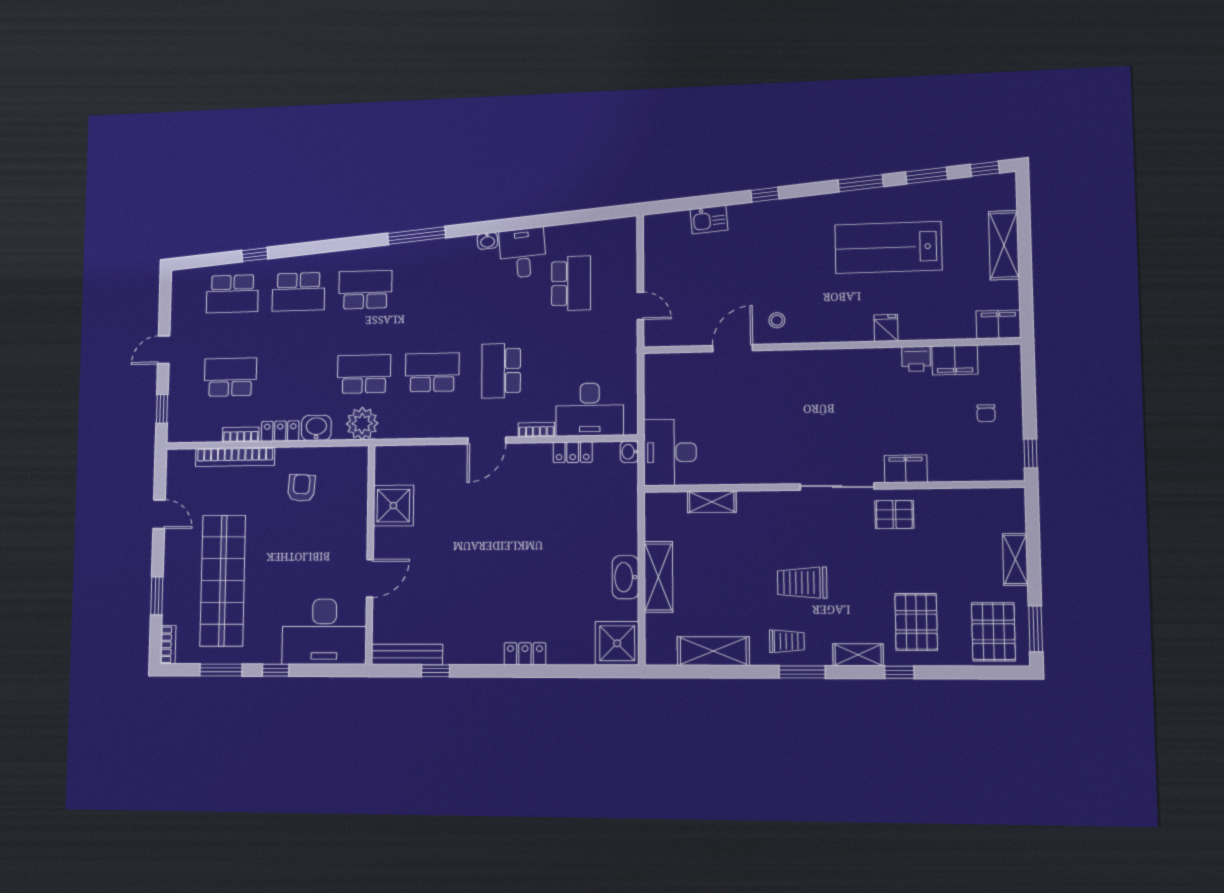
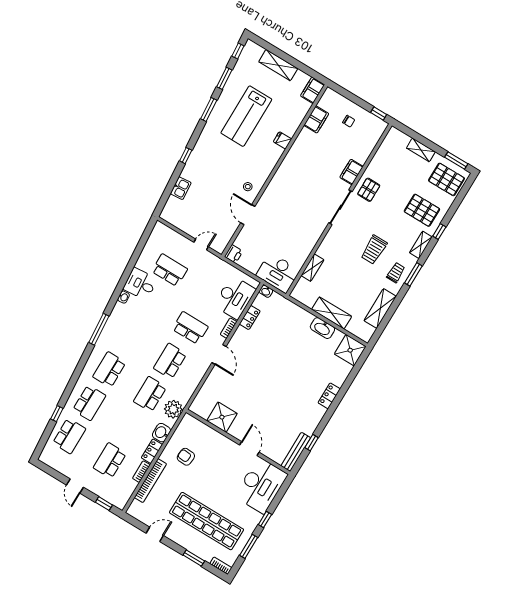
printer: (916, 359) -> (234, 254), moved
school desk: (501, 371) -> (190, 328), turned 180

